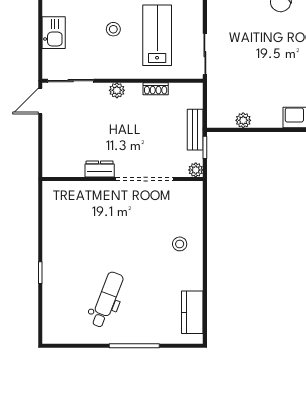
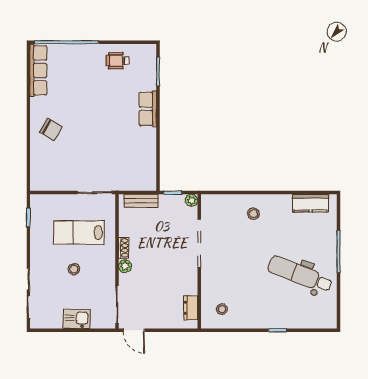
shoe rack: (156, 89) -> (124, 248), moved
plant: (243, 120) -> (150, 161), removed
bench: (195, 130) -> (141, 201), moved
dresser: (100, 169) -> (191, 308), moved
stool: (66, 206) -> (222, 309), added
dental chair: (107, 300) -> (300, 274), width x1.36, depth x1.38

